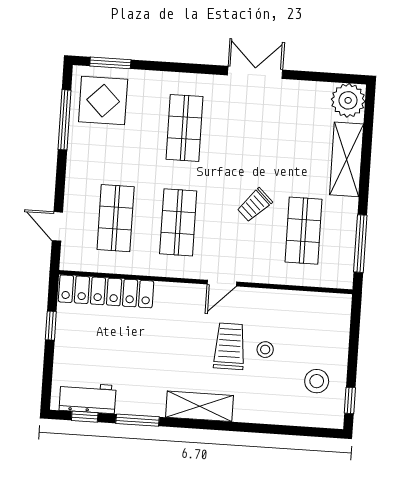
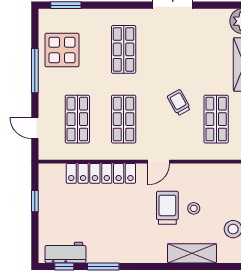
display table: (103, 101) -> (62, 50), moved
window: (64, 120) -> (35, 71), moved
trolley: (255, 205) -> (179, 103), turned 107
locker: (106, 291) -> (101, 173), moved
shelving: (199, 406) -> (192, 253), moved

